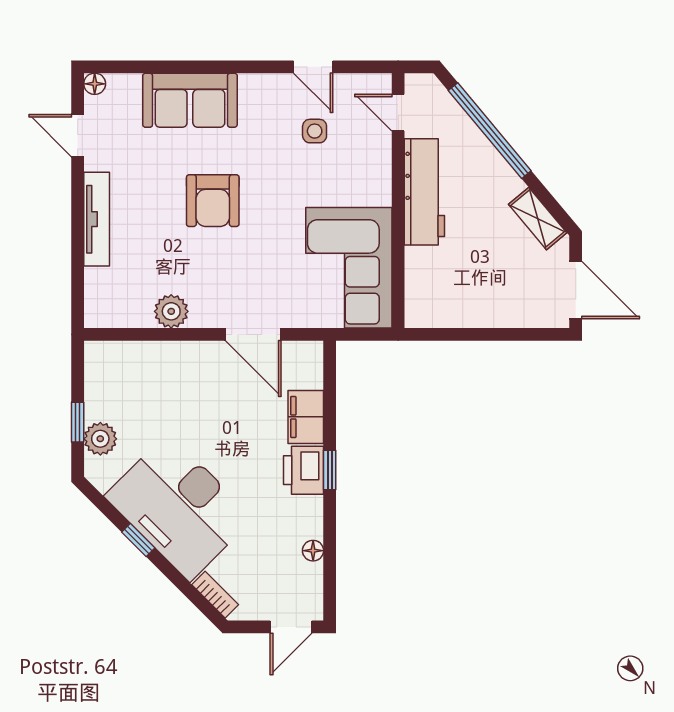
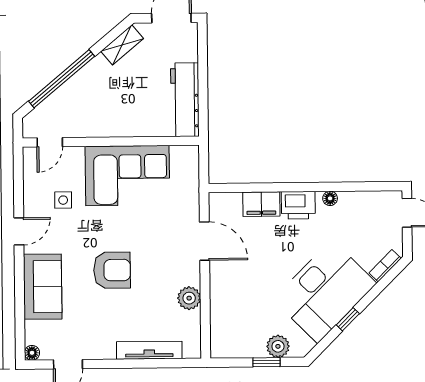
door: (313, 67) -> (19, 231), moved
workbench: (424, 192) -> (185, 100), moved, turned -90
tv unit: (97, 219) -> (149, 350), moved
corner sofa: (349, 268) -> (127, 176), moved
door: (253, 334) -> (205, 241), hinge flipped
window: (330, 470) -> (298, 187), removed
floor lamp: (313, 551) -> (330, 198), moved

